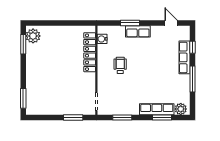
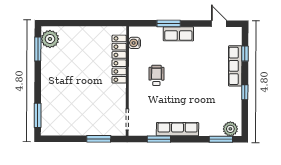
window: (192, 79) -> (245, 92), width x0.46
row of seats: (157, 109) -> (177, 129), moved
window: (162, 117) -> (221, 139), moved

